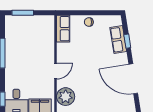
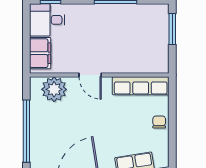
row of seats: (63, 29) -> (141, 86), width x1.48

